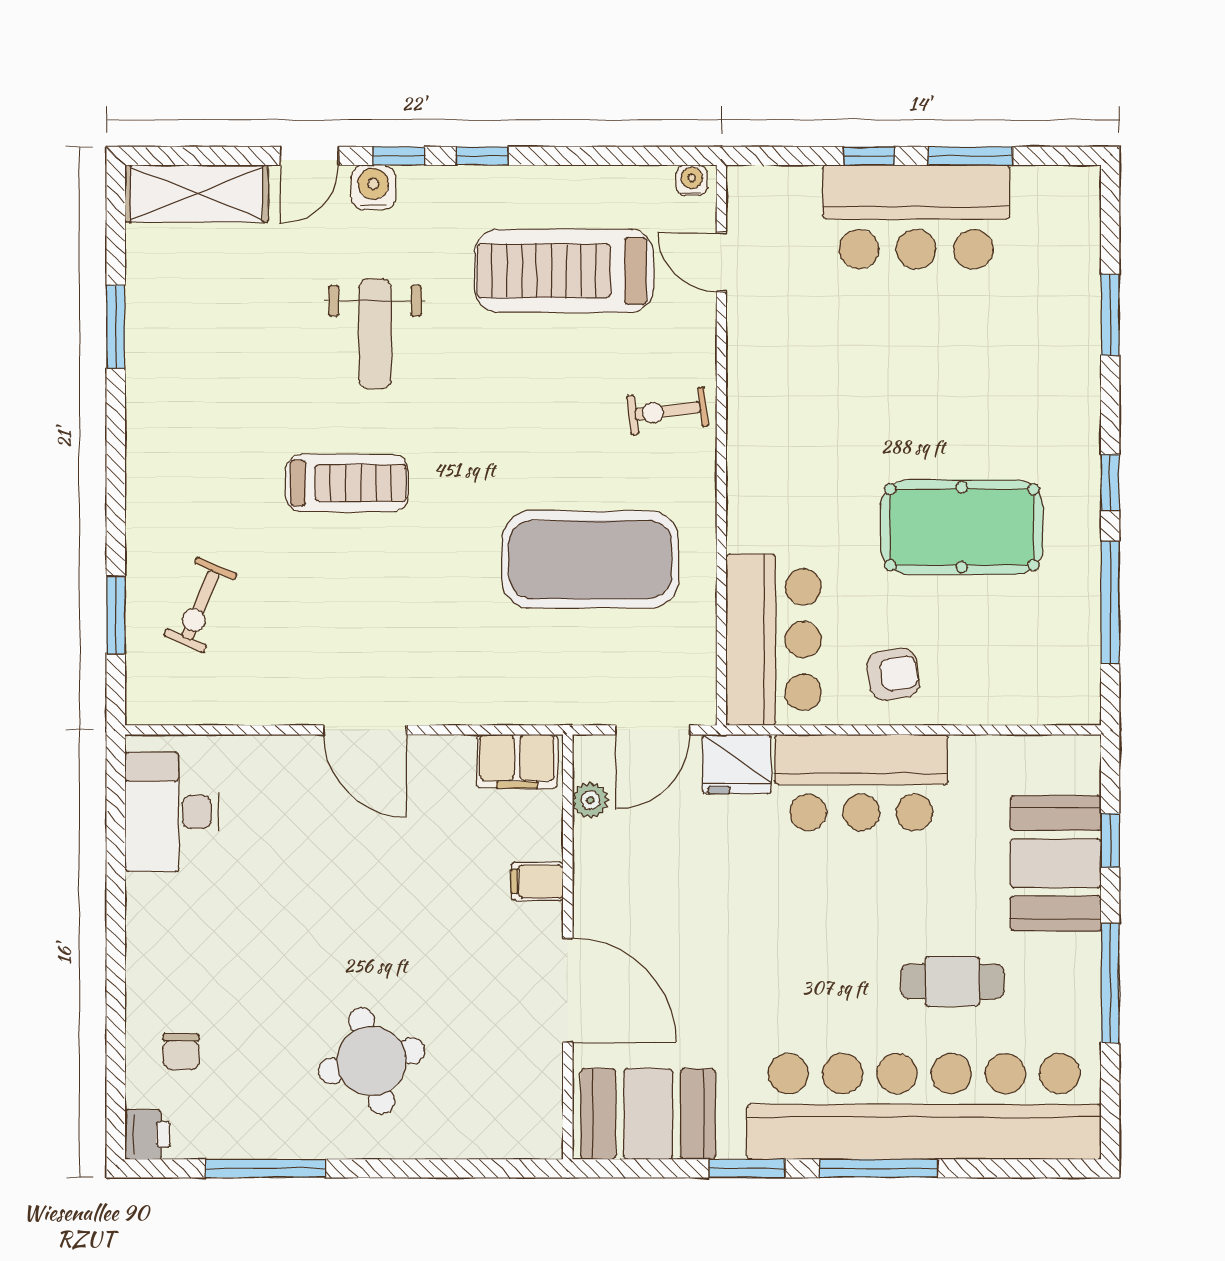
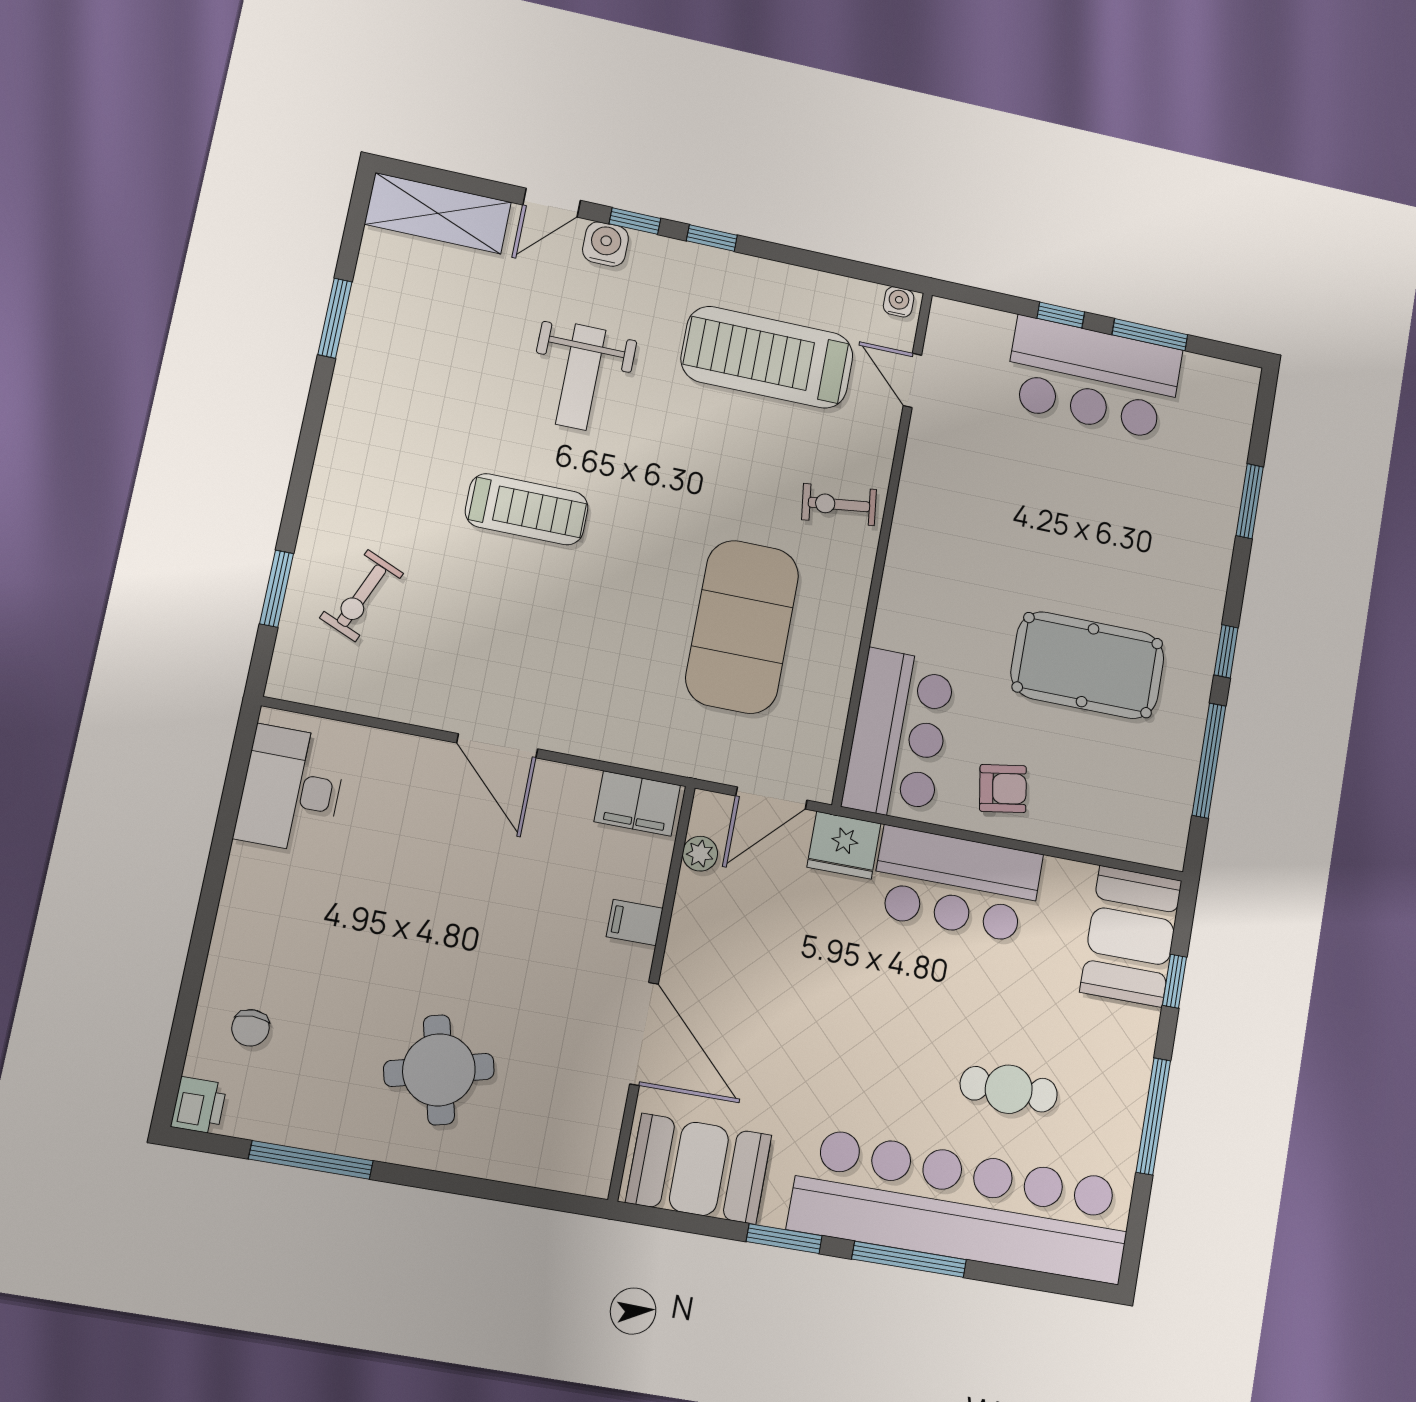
exercise mat: (590, 560) -> (742, 627), turned 90
booth: (1056, 863) -> (1131, 936), moved

